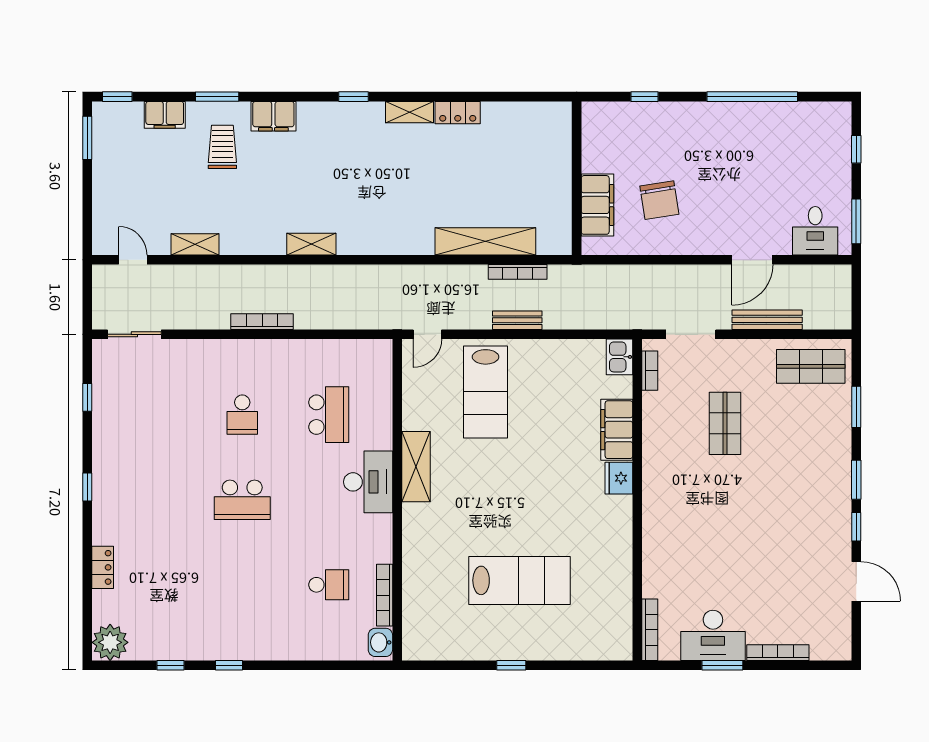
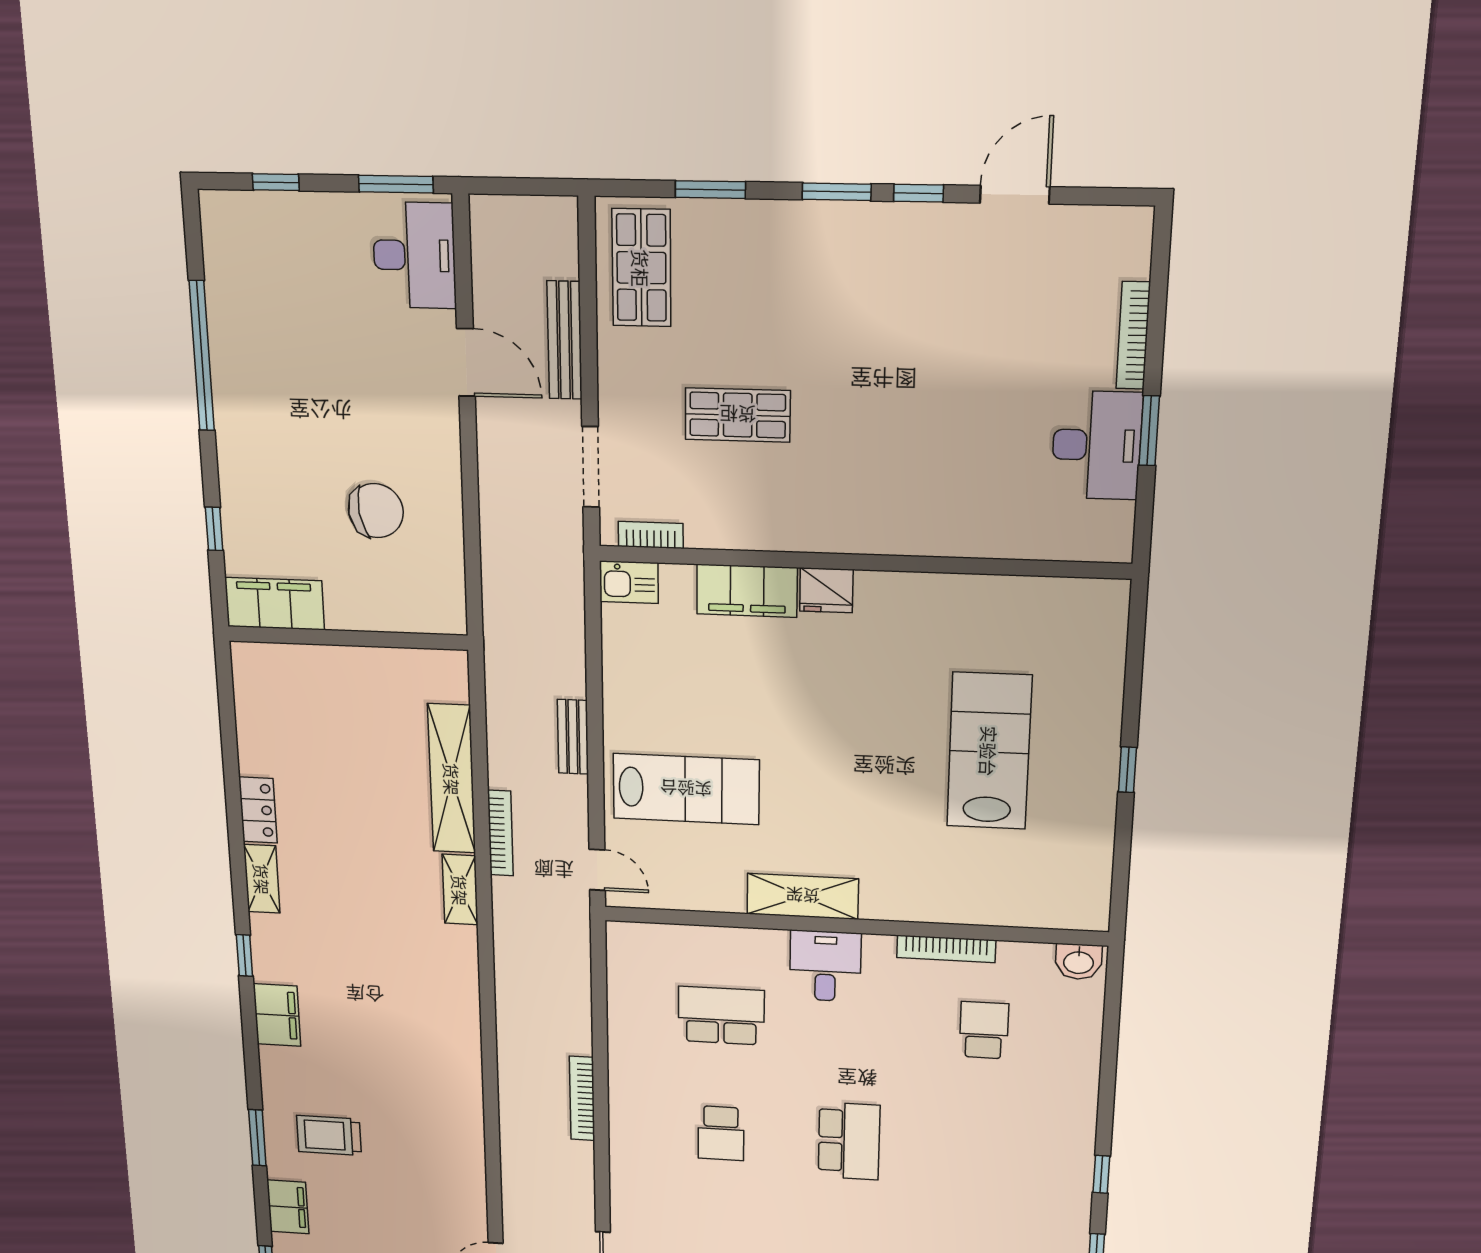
filing cabinet: (273, 116) -> (277, 1015), moved
filing cabinet: (597, 205) -> (275, 604), moved
desk: (815, 231) -> (414, 255), width x1.37
shelving: (195, 244) -> (471, 1180), removed
shelving: (311, 244) -> (460, 890), moved
bookcase: (518, 272) -> (500, 833), moved
school desk: (242, 415) -> (721, 1133), turned 90
desk: (368, 482) -> (825, 966), width x0.73
bookcase: (385, 595) -> (946, 949), moved
bookcase: (650, 630) -> (1081, 549), removed

